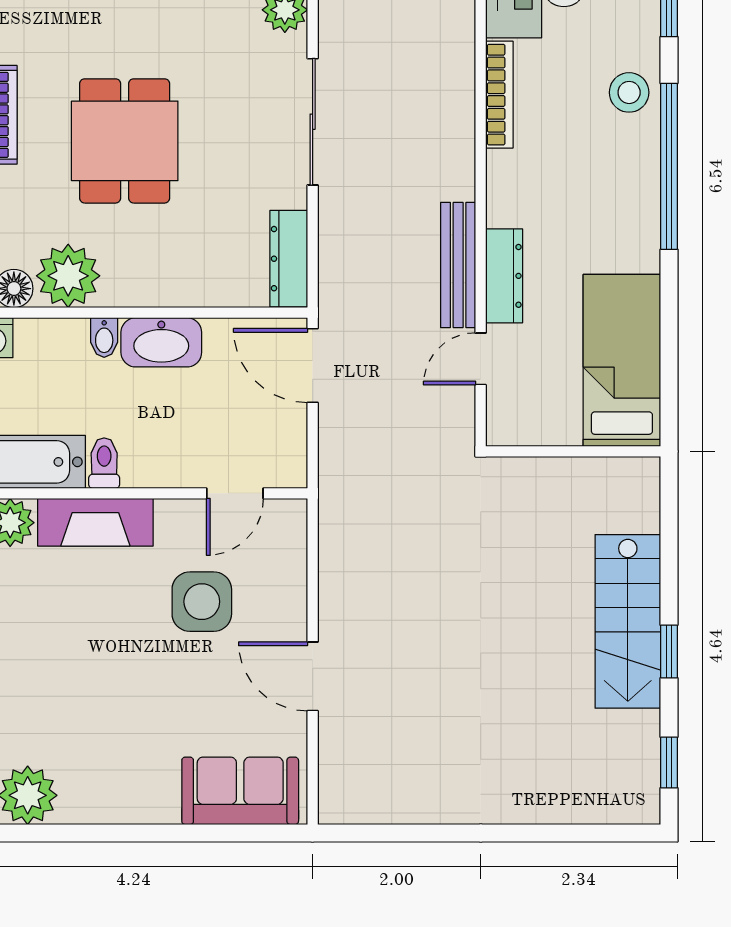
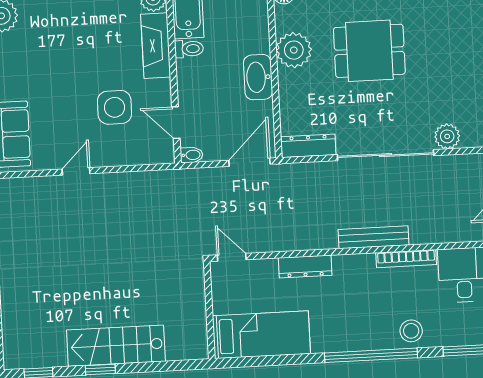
sliding door: (313, 122) -> (386, 155), width x1.36
bench: (458, 265) -> (373, 237), moved
plant: (68, 276) -> (294, 50), moved
bidet: (104, 338) -> (191, 155), moved, turned 180
door: (481, 359) -> (232, 257), moved
door: (313, 676) -> (76, 171), width x0.73

